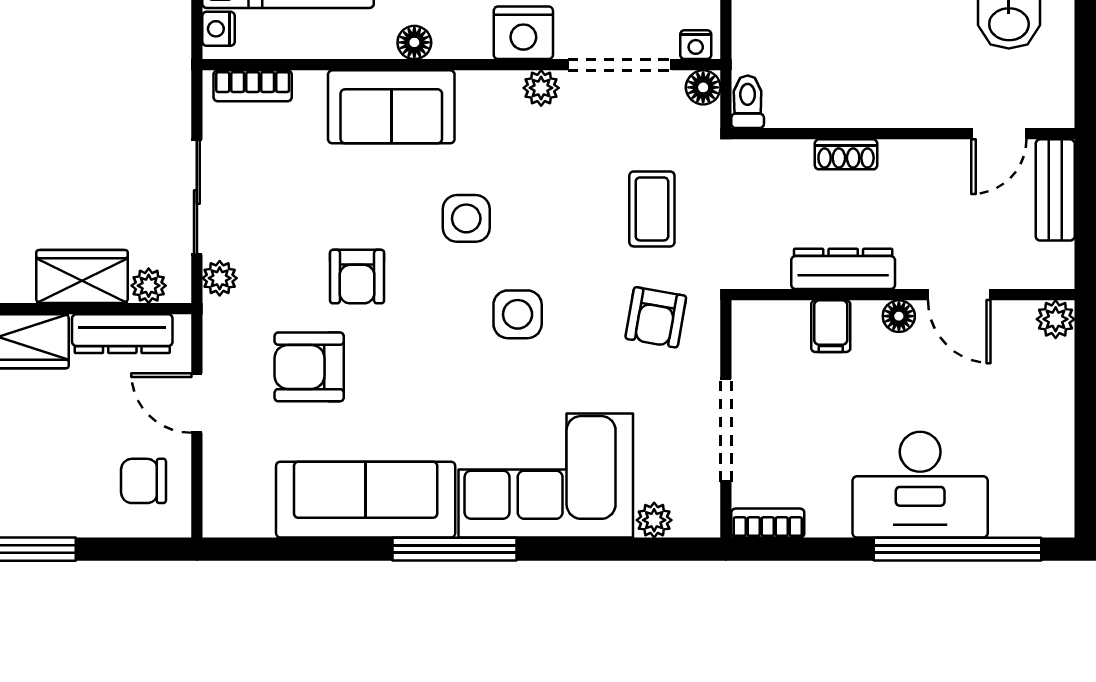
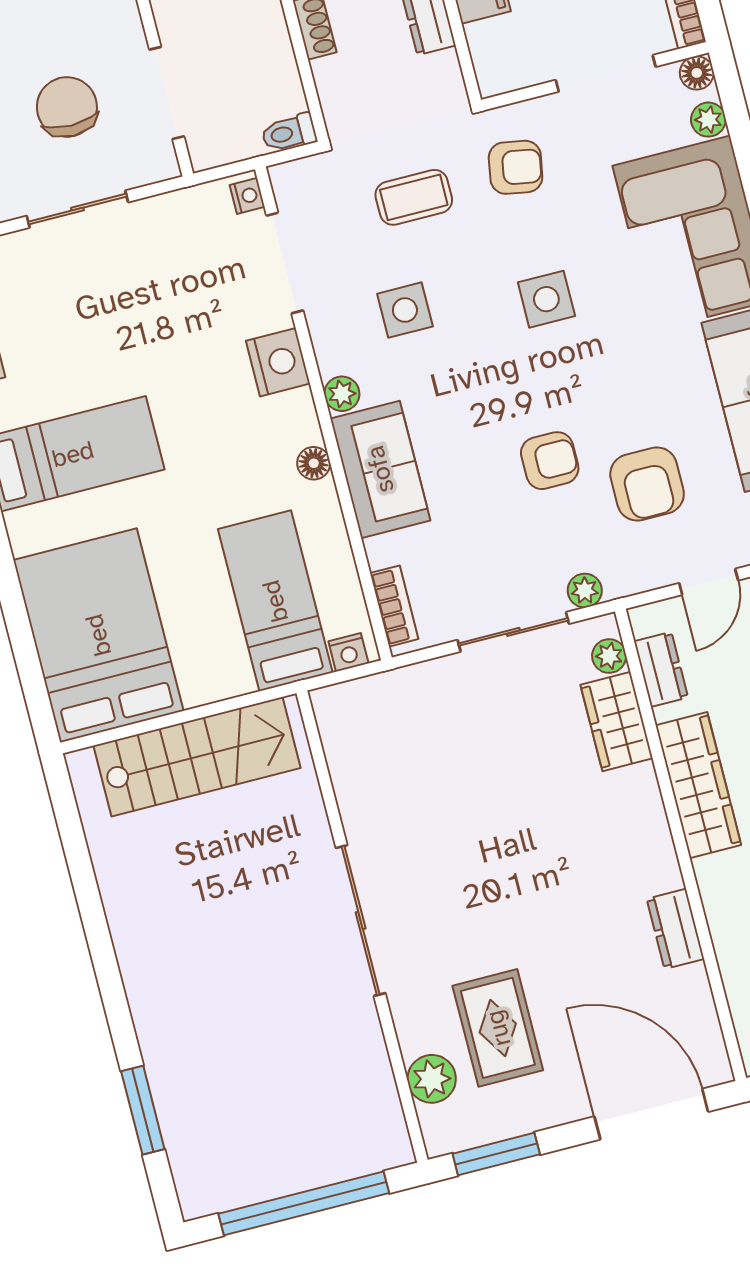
floor lamp: (703, 87) -> (697, 73), moved
plant: (541, 88) -> (342, 394), moved
side table: (466, 218) -> (405, 310), moved
dresser: (122, 334) -> (661, 669), width x0.70

